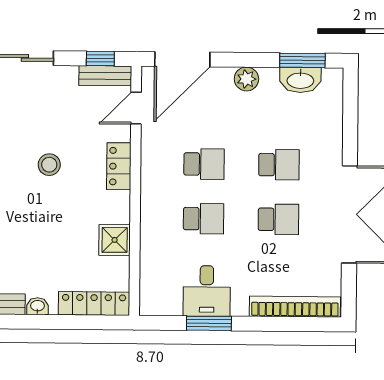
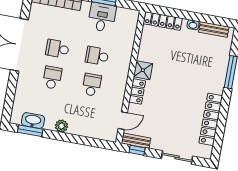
door: (182, 59) -> (94, 142), removed
school desk: (204, 164) -> (92, 85), turned 90
stool: (49, 165) -> (174, 99), removed
school desk: (279, 165) -> (52, 78), turned 90
shower: (115, 240) -> (143, 70), moved

